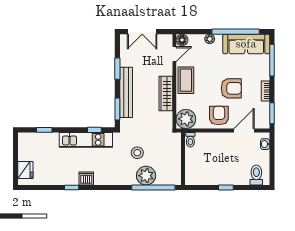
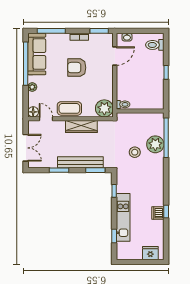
armchair: (231, 88) -> (77, 68), turned -90
armchair: (219, 116) -> (101, 79), removed
door: (244, 130) -> (115, 56), swing flipped
kitchen unit: (86, 140) -> (123, 217), moved
dishwasher: (86, 178) -> (158, 213), moved

